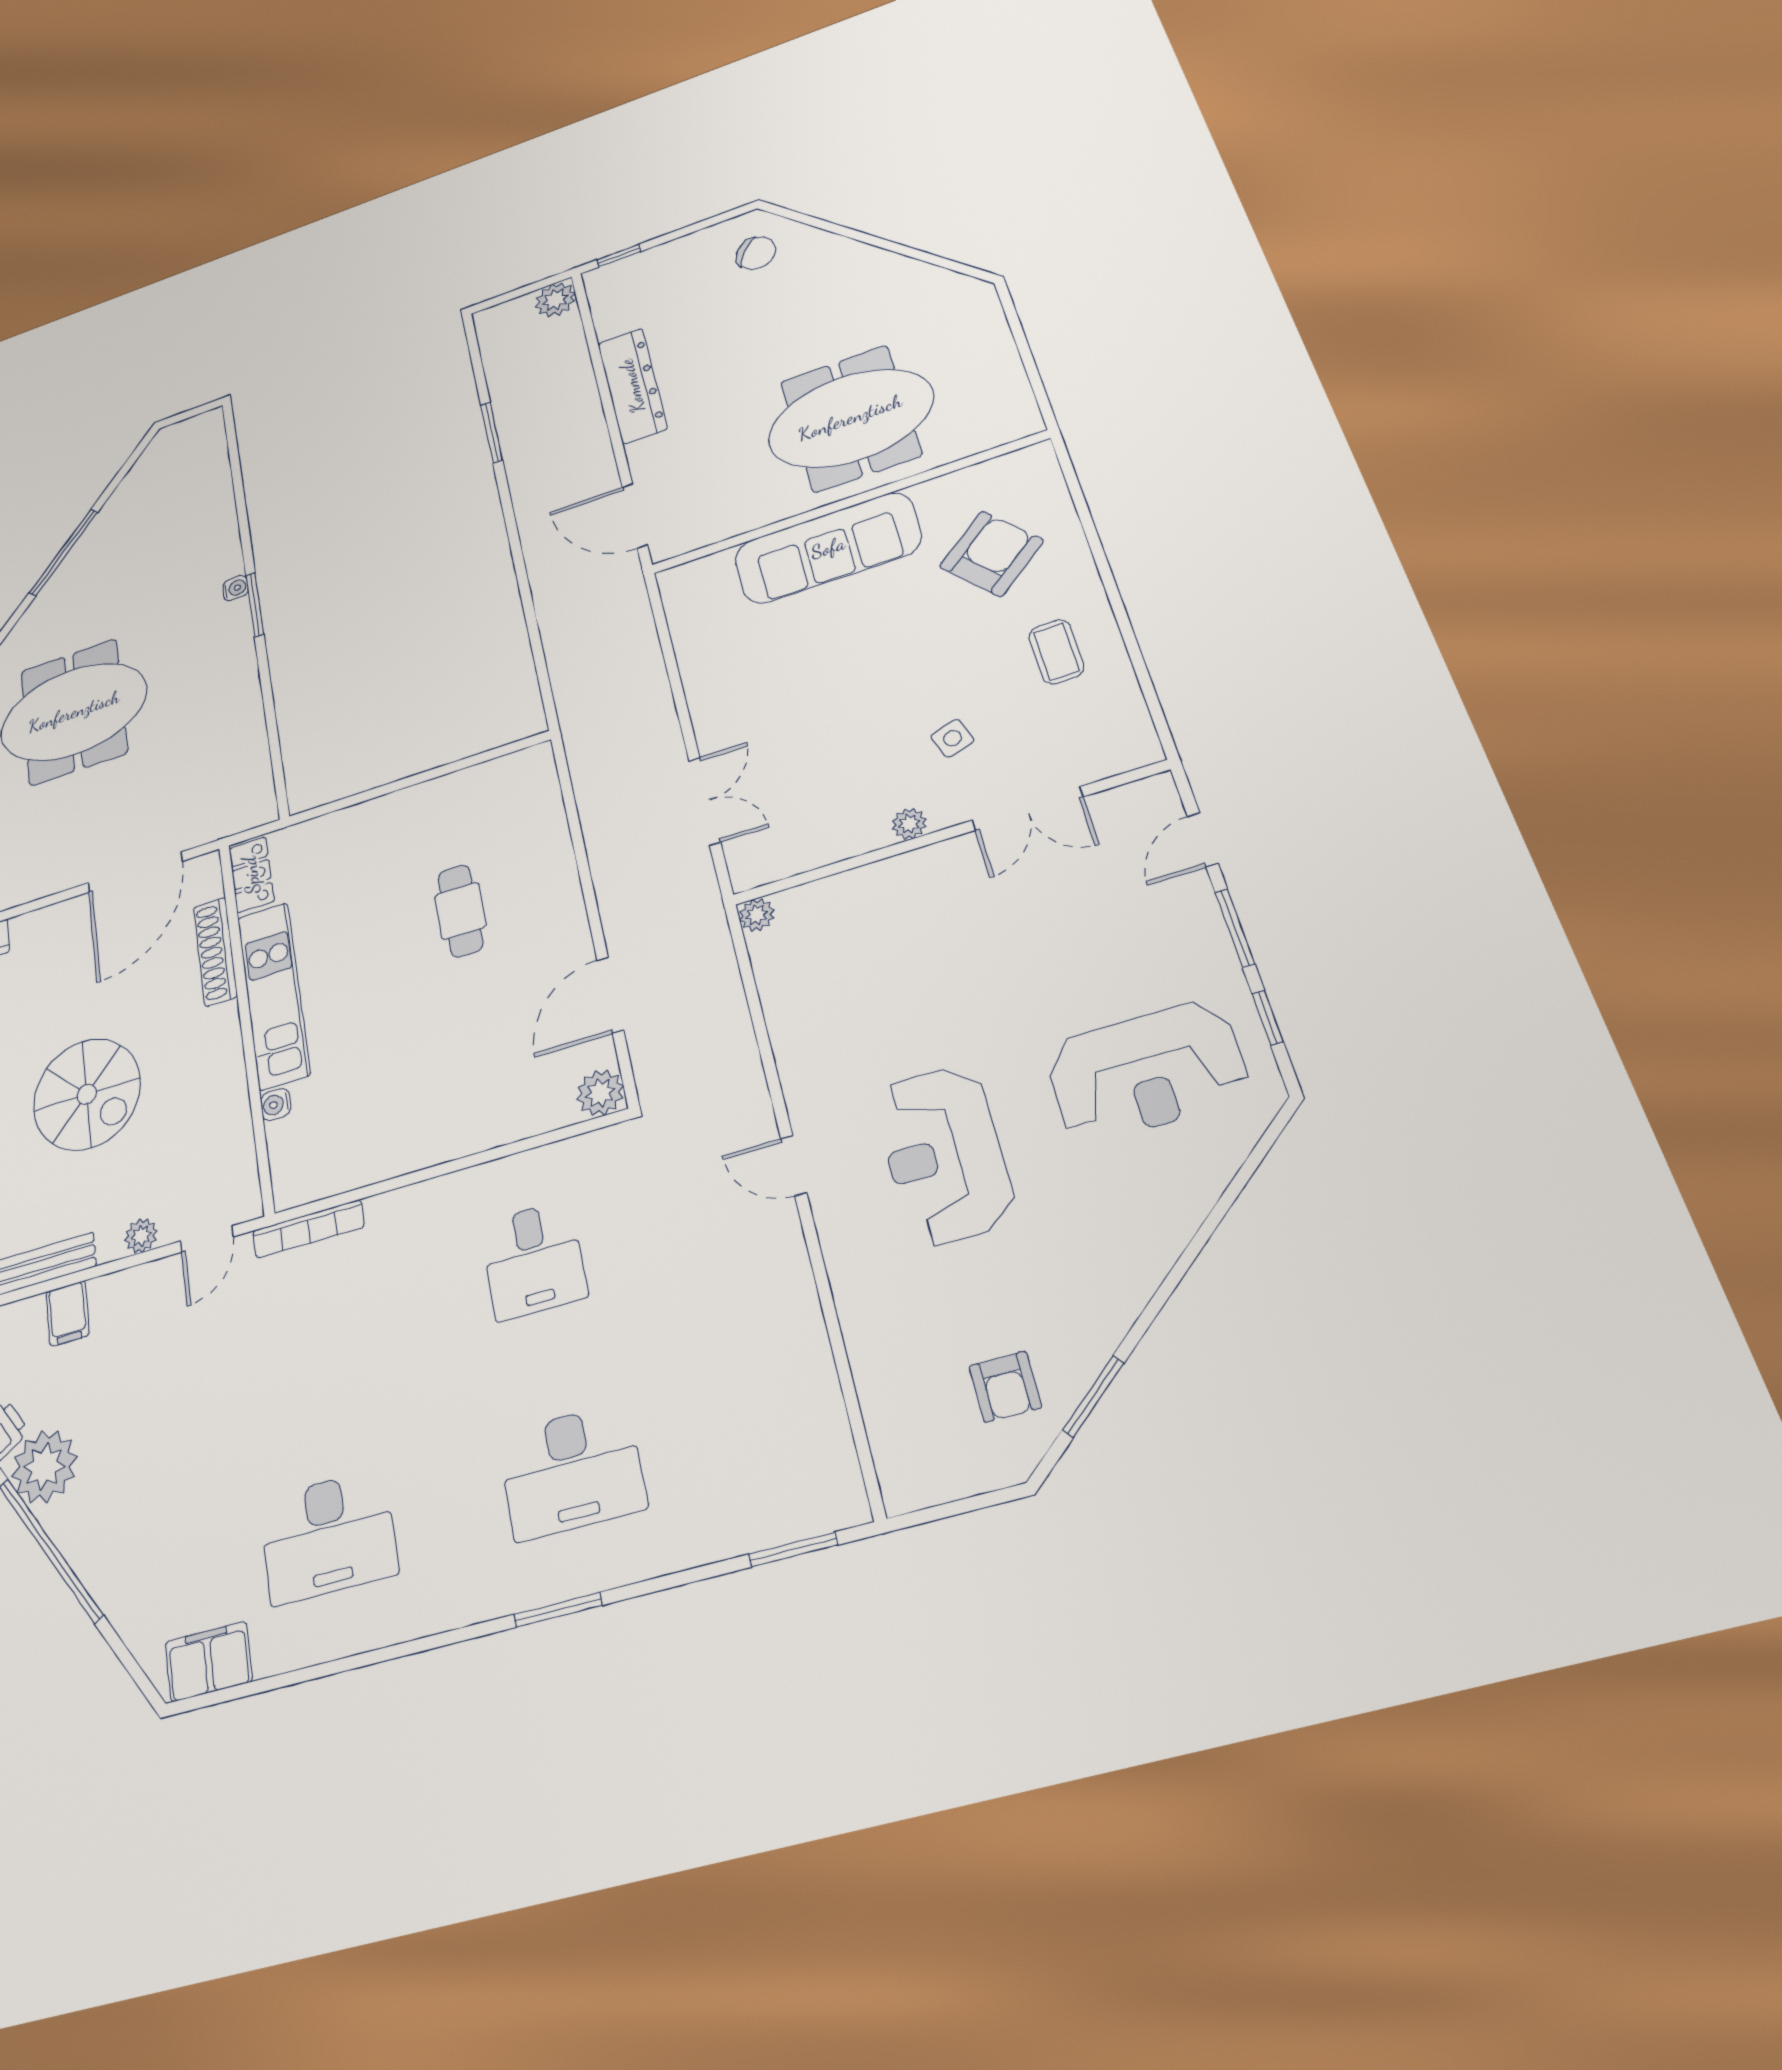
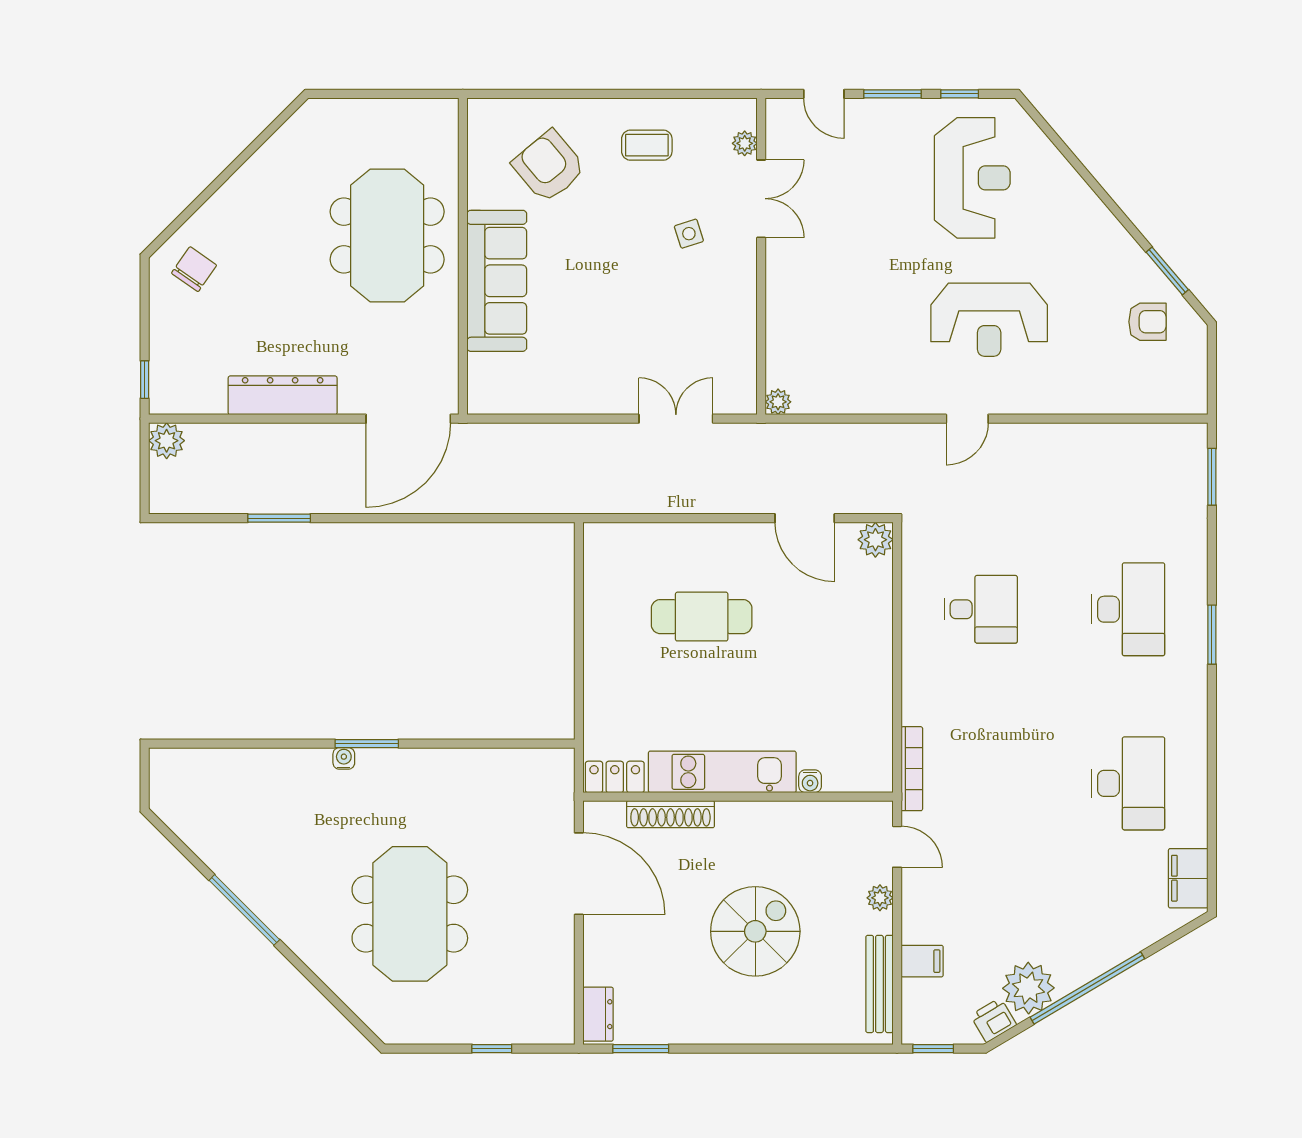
door: (635, 516) -> (408, 419), width x1.36
plant: (909, 824) -> (745, 143), moved
cafe table: (460, 911) -> (702, 617), width x1.37, depth x1.35

